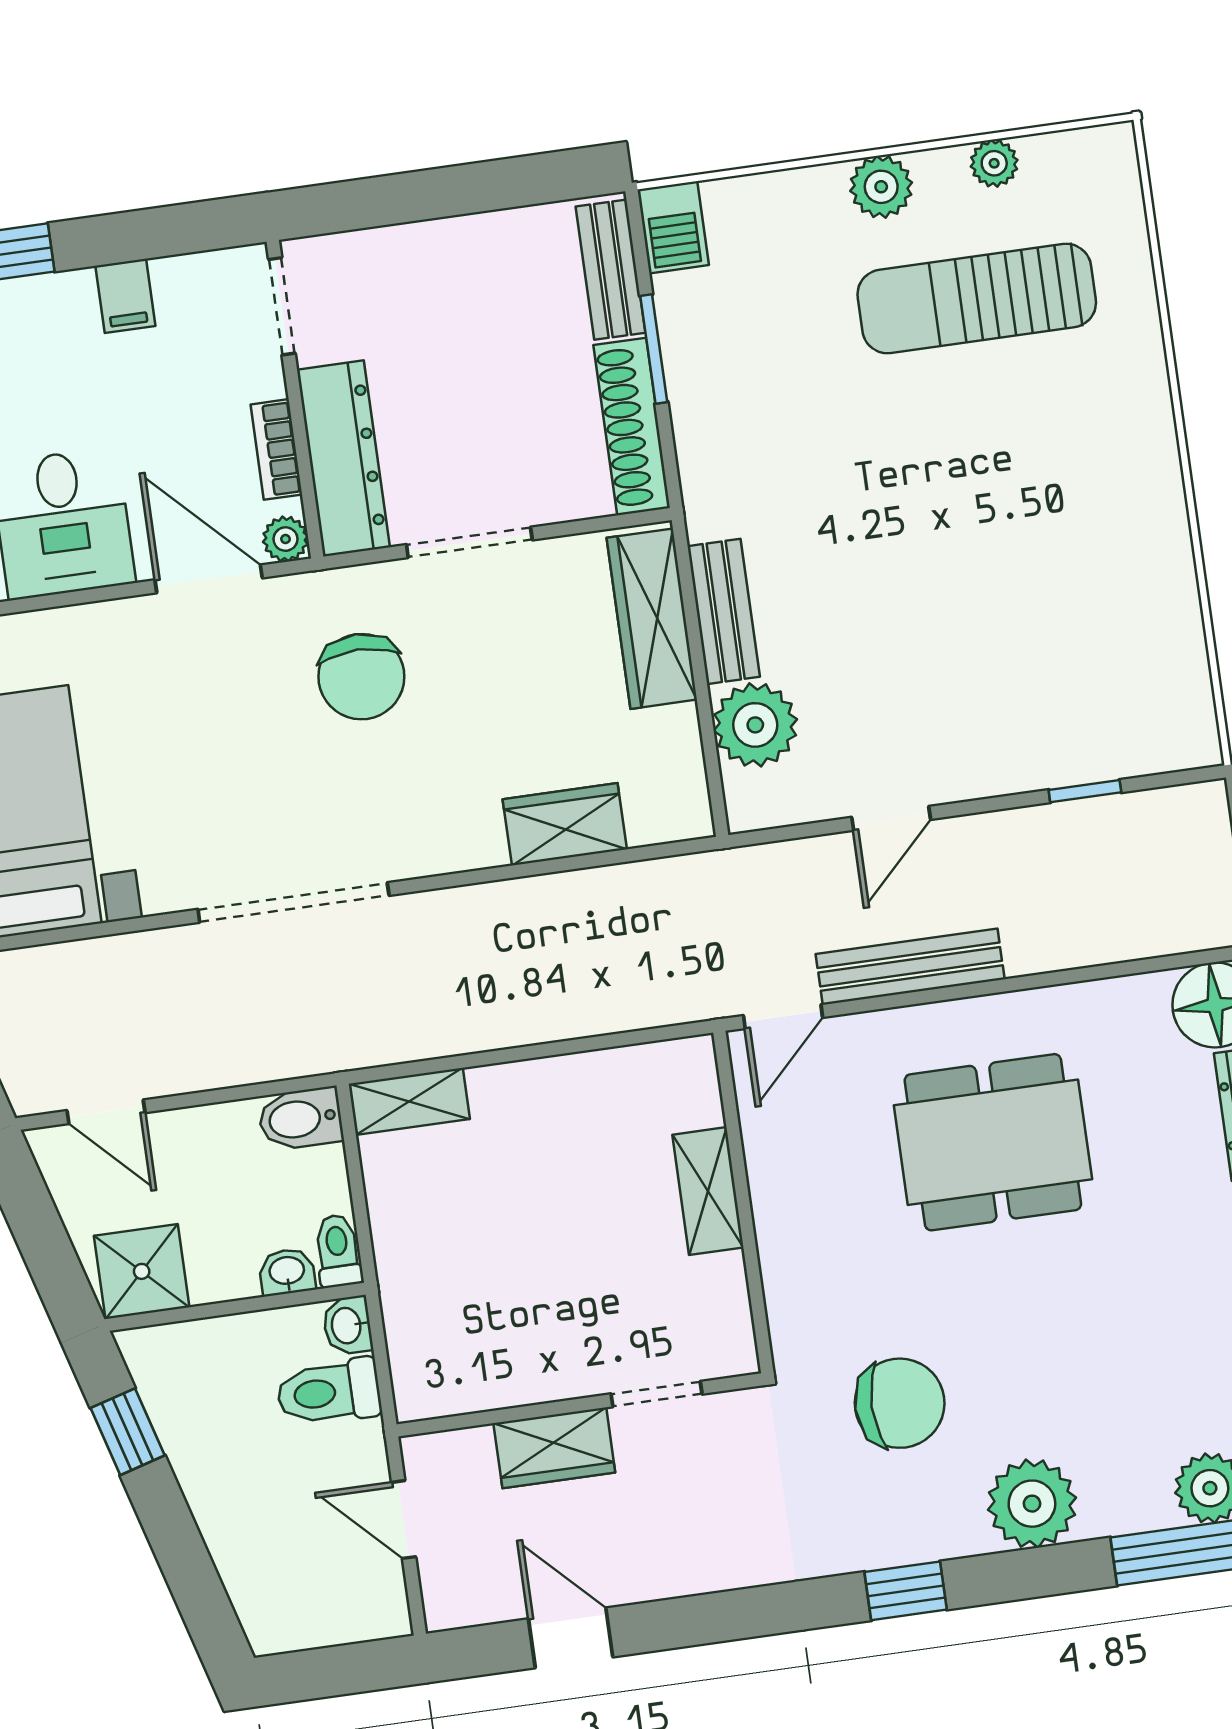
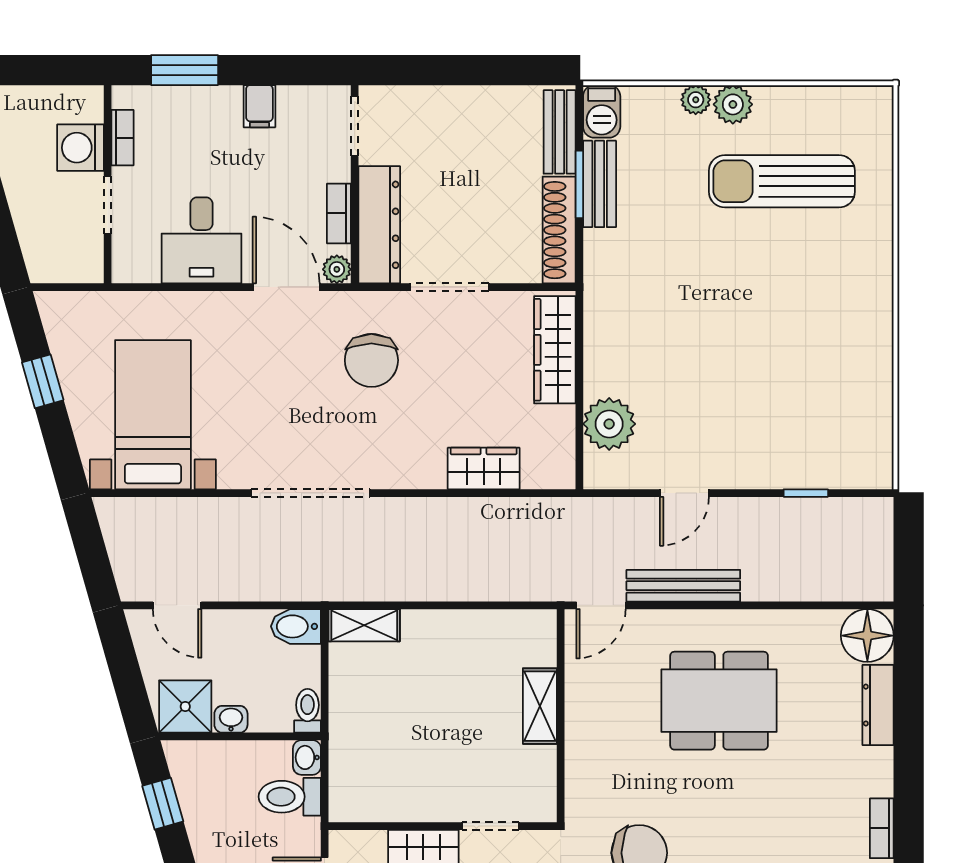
plant: (994, 163) -> (696, 100), moved
bench: (724, 611) -> (600, 184), moved
washbasin: (287, 1272) -> (231, 719), moved

